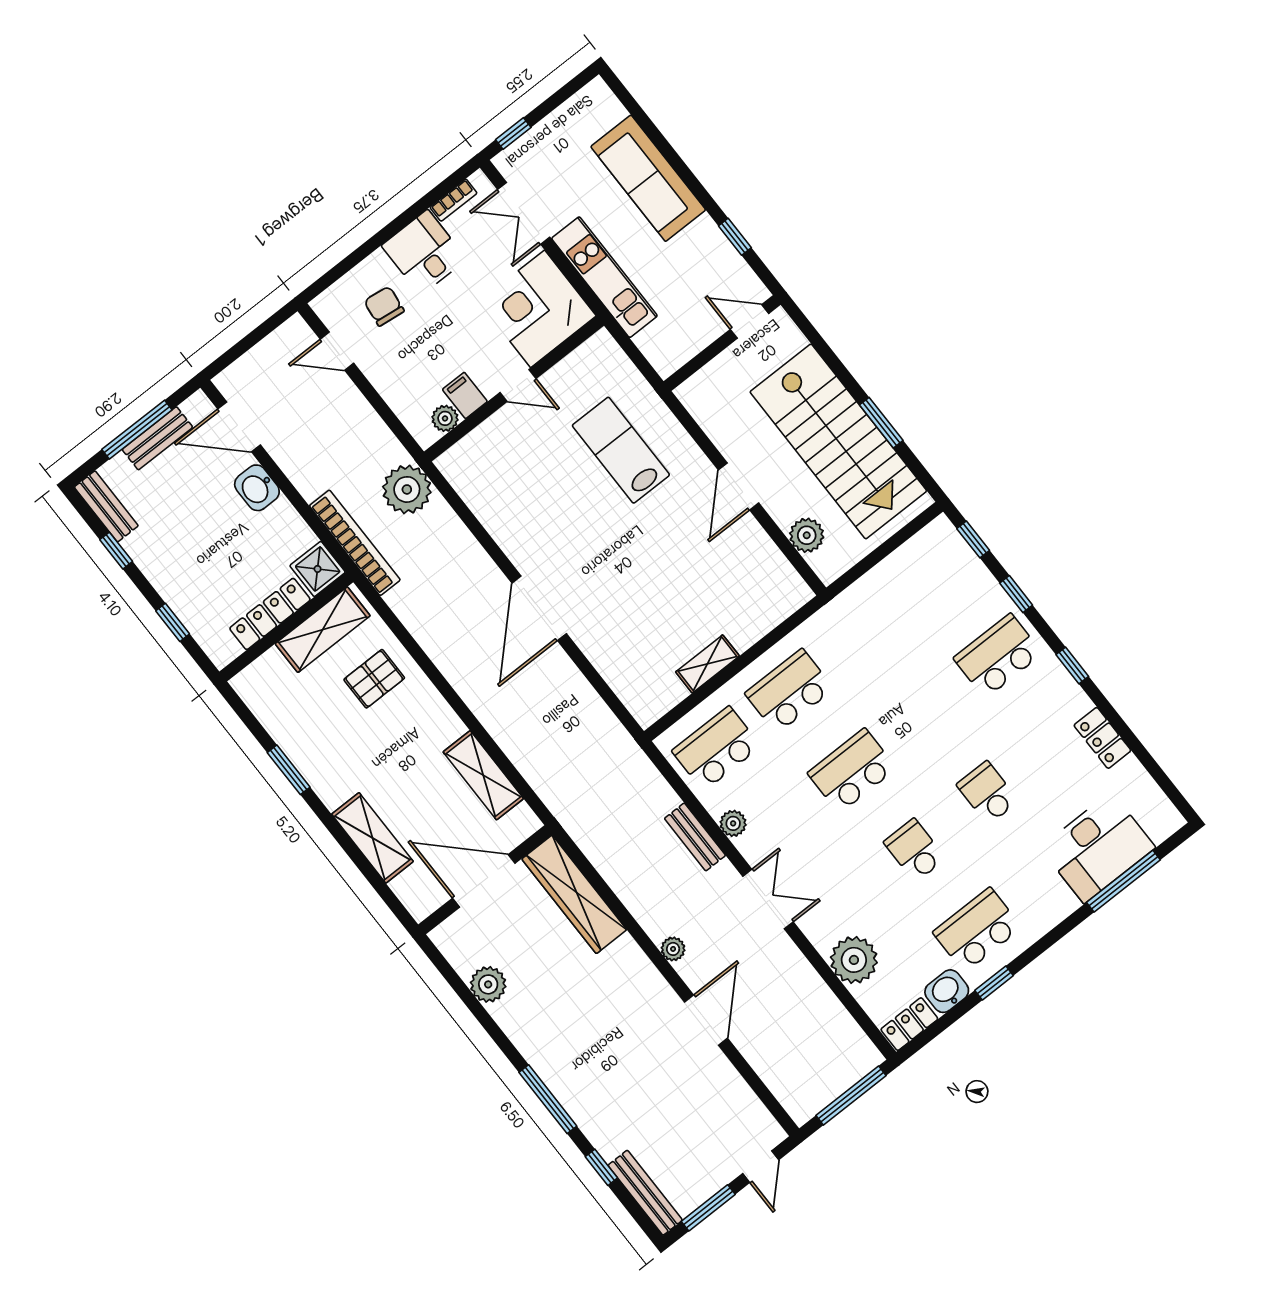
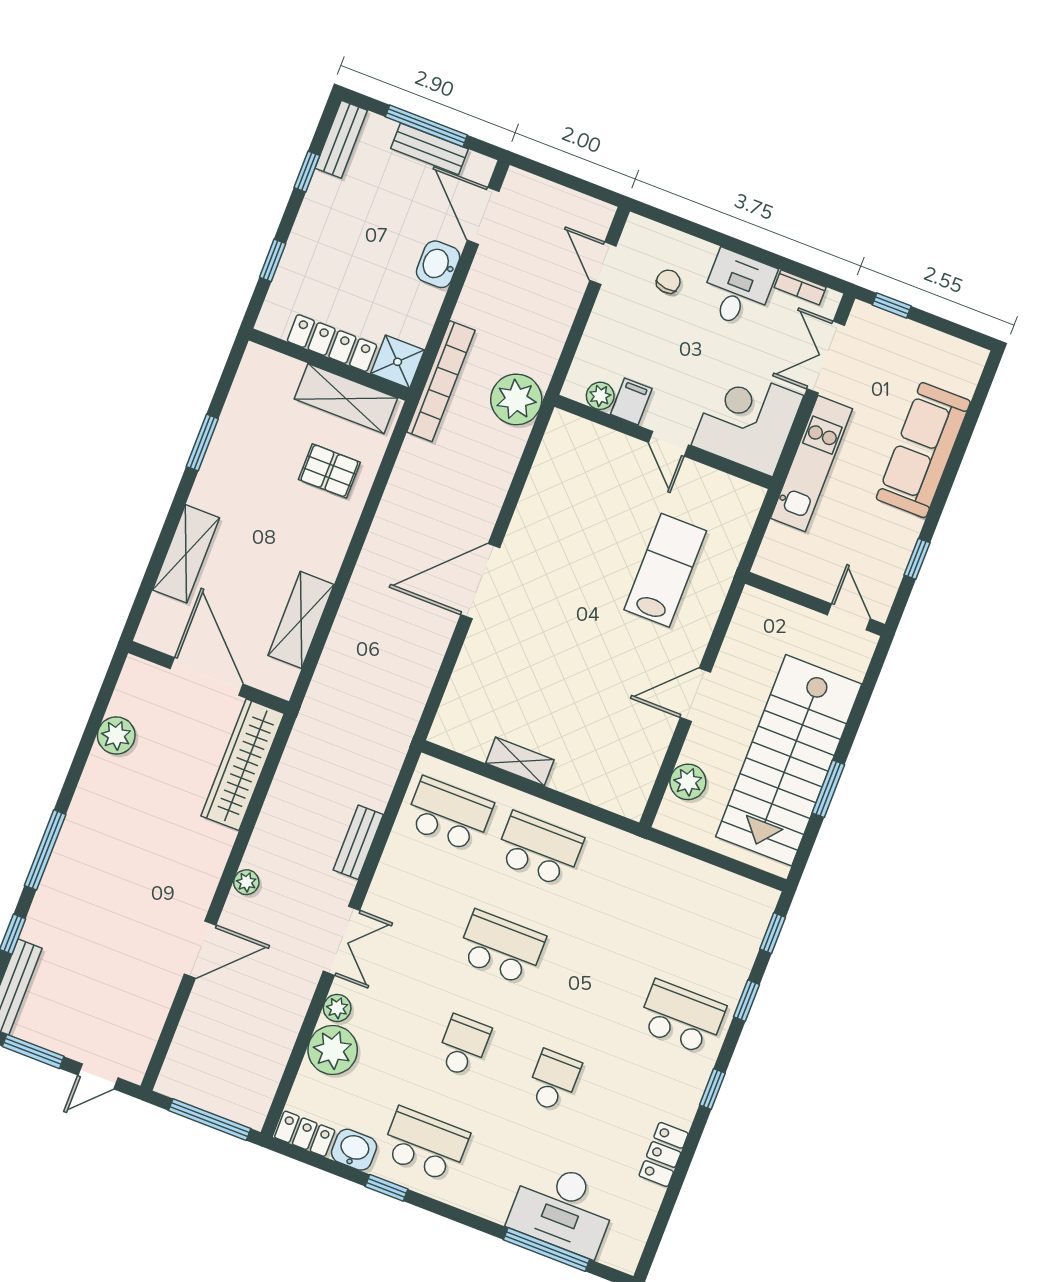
chair: (384, 306) -> (668, 282), width x0.73, depth x0.73
plant: (733, 823) -> (337, 1008), moved

